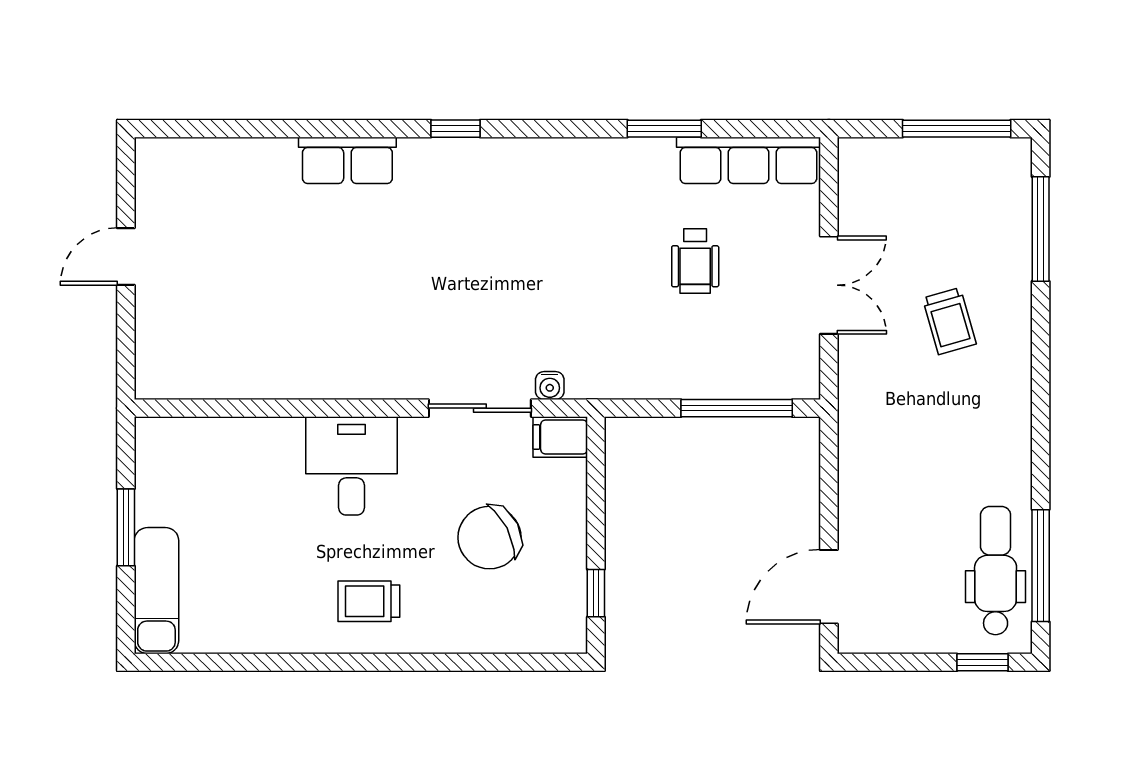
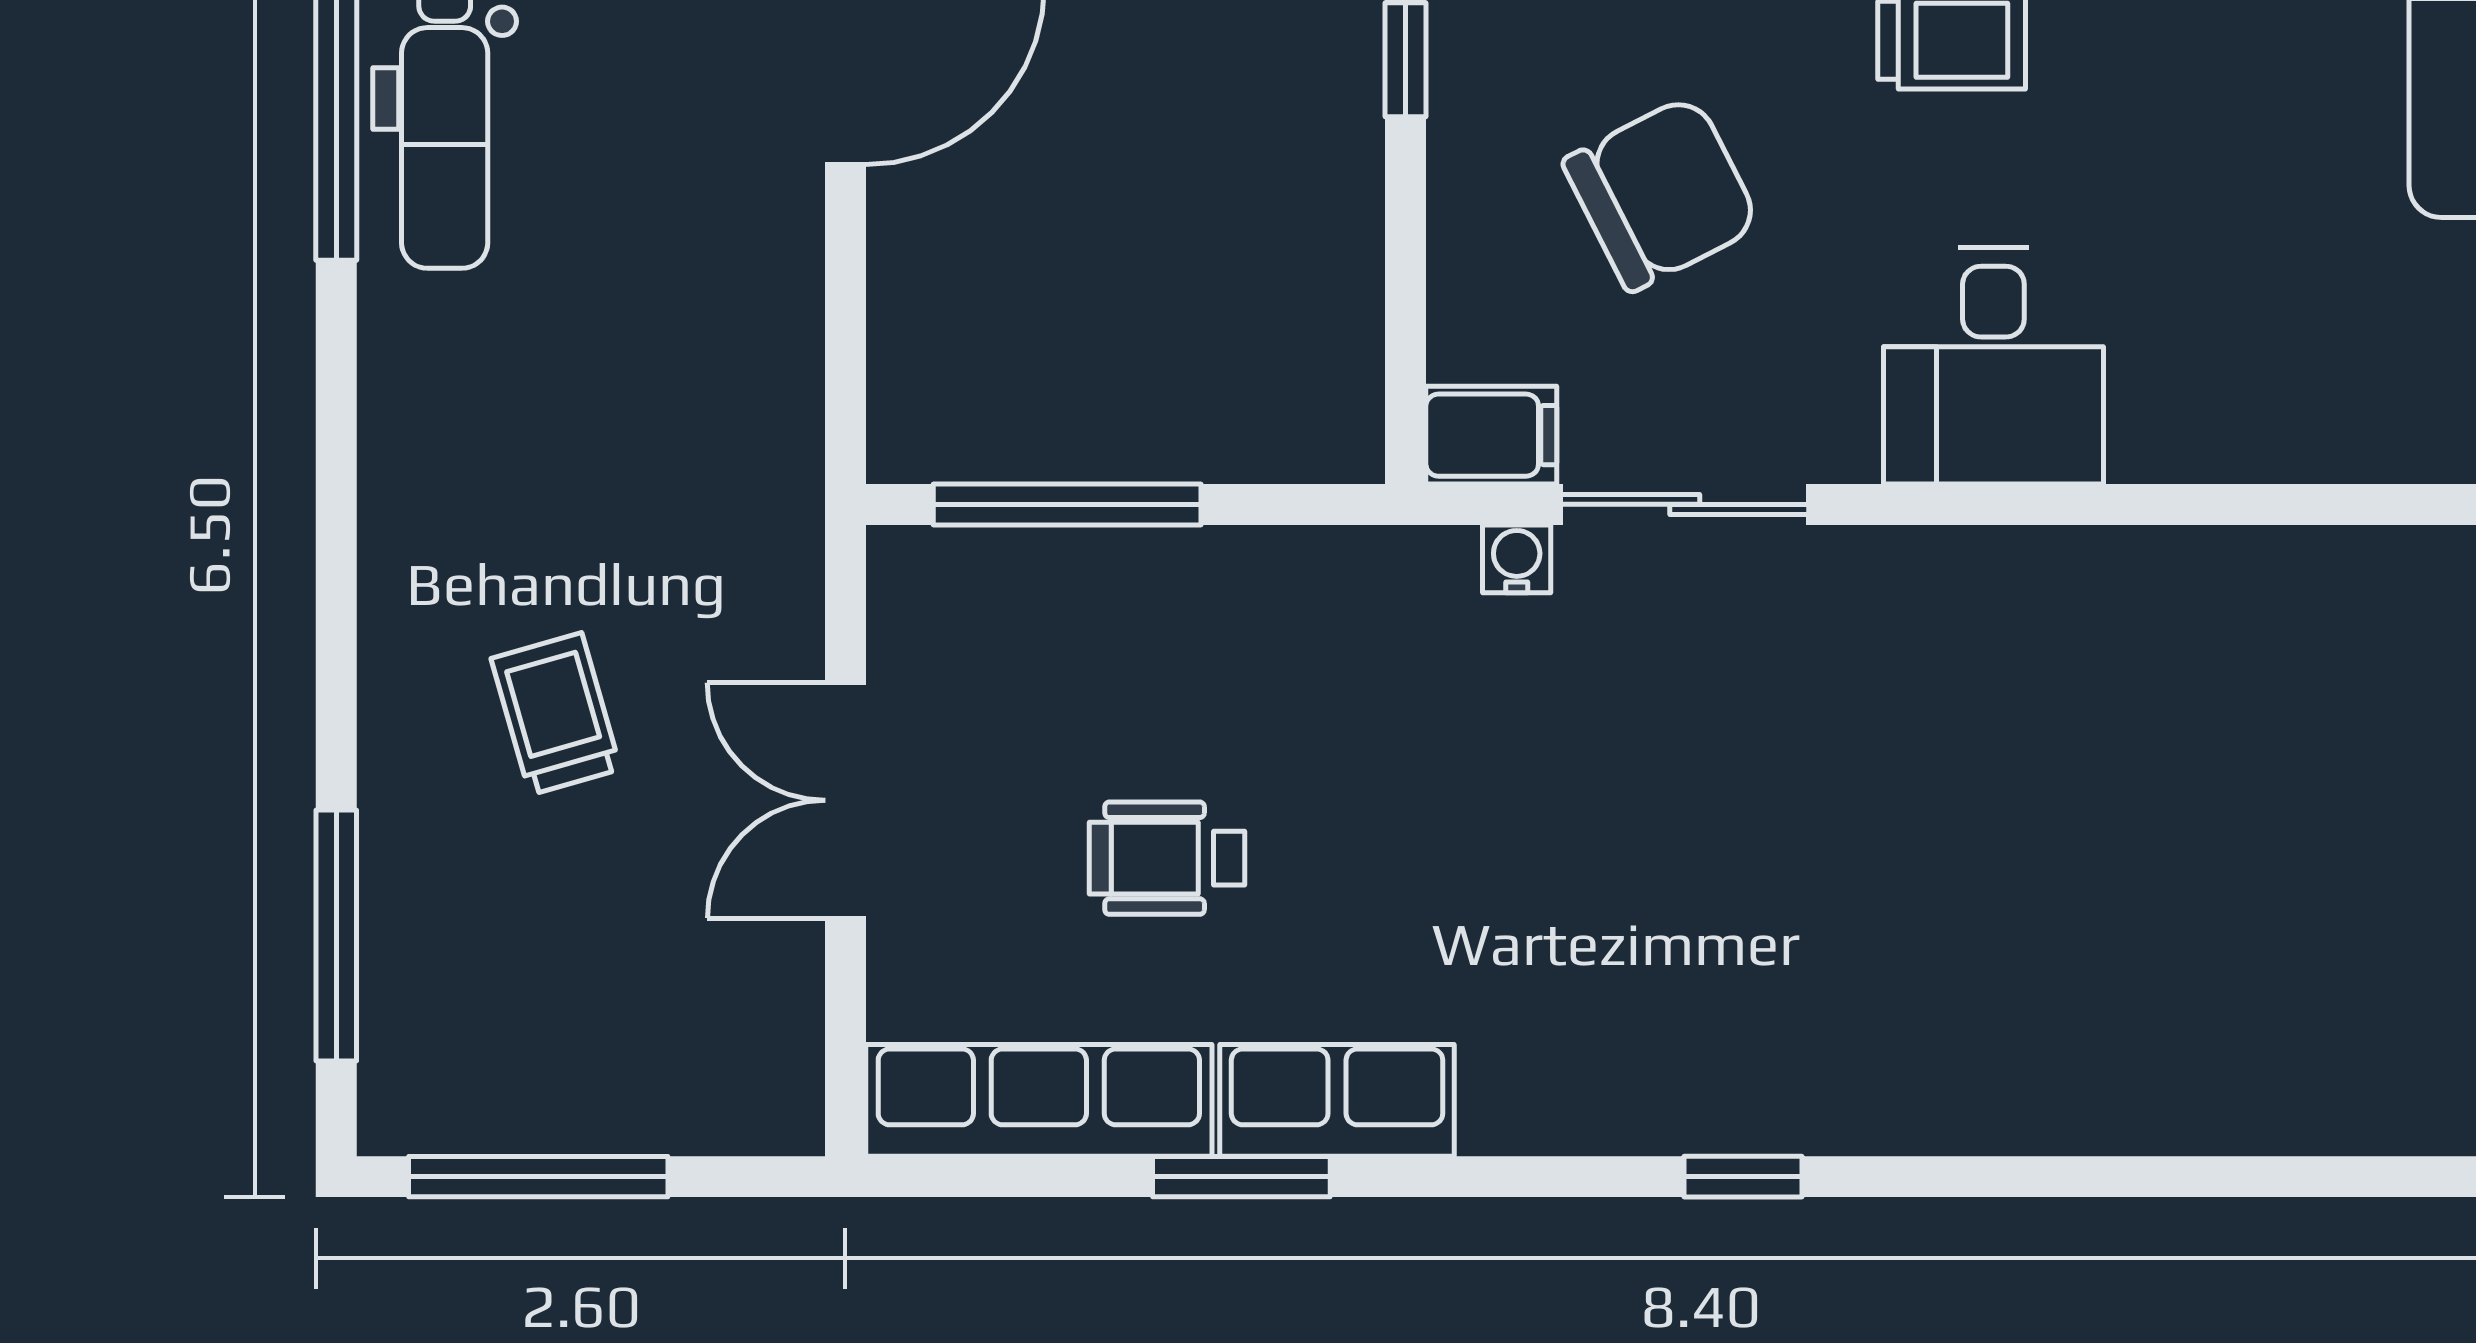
row of seats: (347, 160) -> (1337, 1100), moved
wheelchair: (695, 261) -> (1167, 858), turned -90

